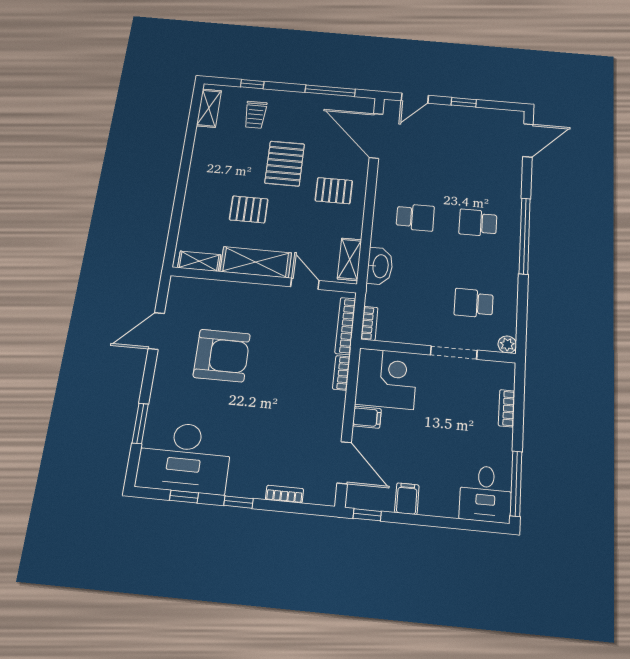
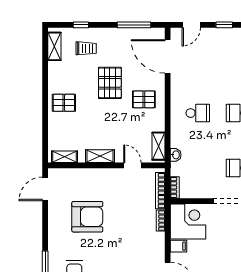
trolley: (255, 115) -> (86, 48), turned -90
pallet: (249, 209) -> (64, 103), moved
shelving: (256, 262) -> (100, 156), width x0.67, depth x0.75
washbasin: (380, 266) -> (176, 155), width x0.52, depth x0.69
door: (156, 331) -> (45, 189), moved

